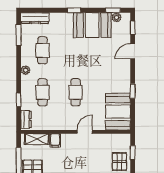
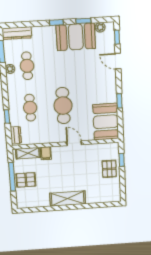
window: (113, 10) -> (83, 21), moved
door: (133, 51) -> (118, 61), hinge flipped
plant: (25, 70) -> (10, 69), moved
cafe table: (76, 92) -> (63, 106), width x1.37, depth x1.35
door: (85, 132) -> (74, 143), hinge flipped

